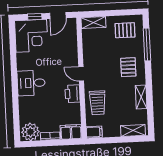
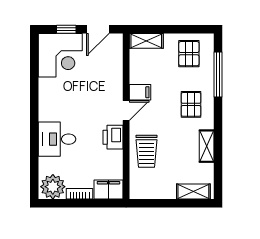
pallet: (125, 30) -> (189, 54), turned 90
door: (81, 74) -> (126, 111), swing flipped
desk: (31, 83) -> (57, 139), moved
filing cabinet: (94, 132) -> (140, 92), moved

